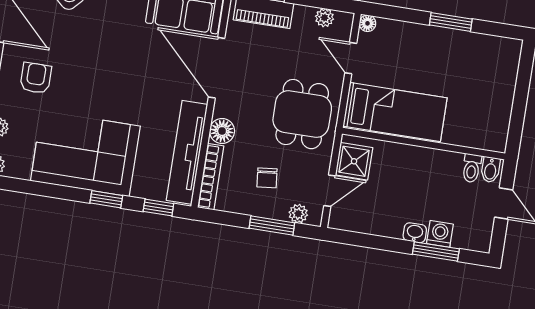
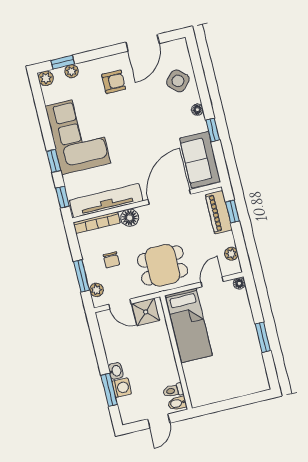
chair: (267, 178) -> (111, 260), turned -84

